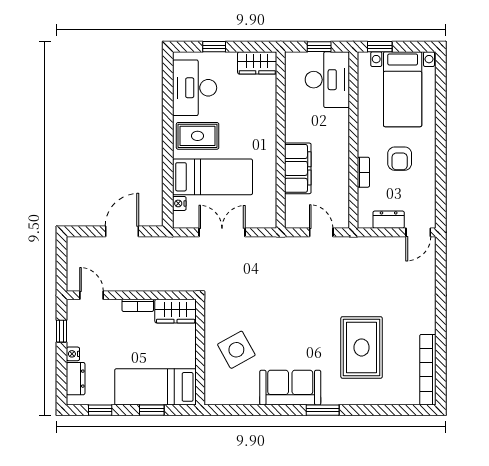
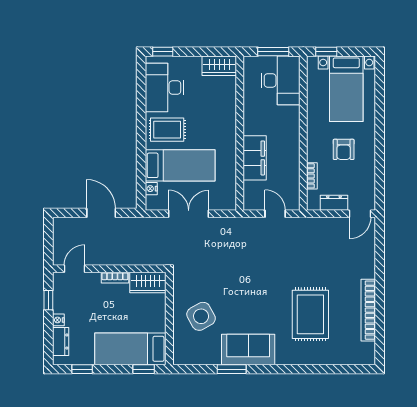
window: (214, 47) -> (163, 52), moved
window: (319, 47) -> (273, 52), width x1.50
bookcase: (363, 172) -> (312, 176), moved
door: (122, 231) -> (101, 213), hinge flipped
door: (92, 295) -> (75, 269), hinge flipped
bookcase: (428, 370) -> (368, 310), moved
window: (152, 410) -> (144, 369), moved
window: (323, 410) -> (232, 369), moved

